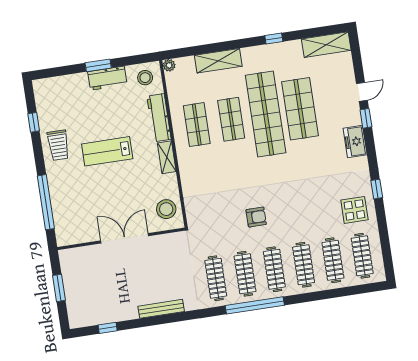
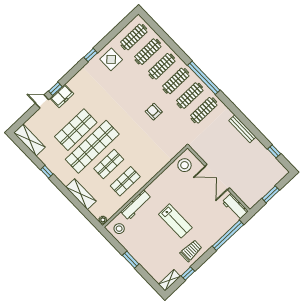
workbench: (107, 78) -> (235, 207), moved, turned 180
freezer: (355, 142) -> (62, 96), moved
shelving: (167, 157) -> (169, 280), moved

